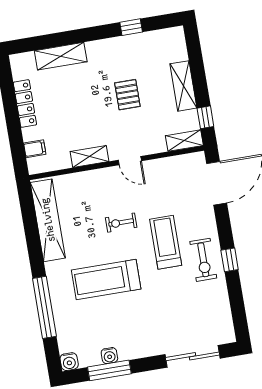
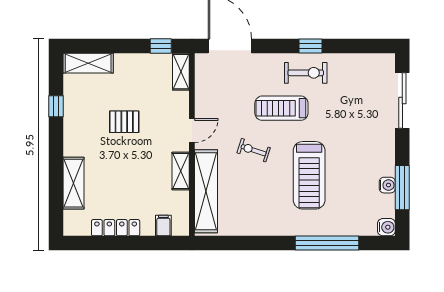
shelving: (183, 86) -> (88, 63), moved
shelving: (48, 220) -> (206, 191), moved, turned 90
exercise bike: (121, 223) -> (254, 150), turned 108

